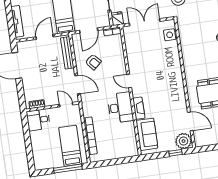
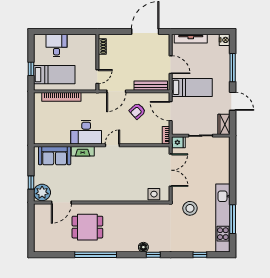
desk: (38, 120) -> (56, 46), moved
window: (68, 169) -> (31, 69), width x0.46

